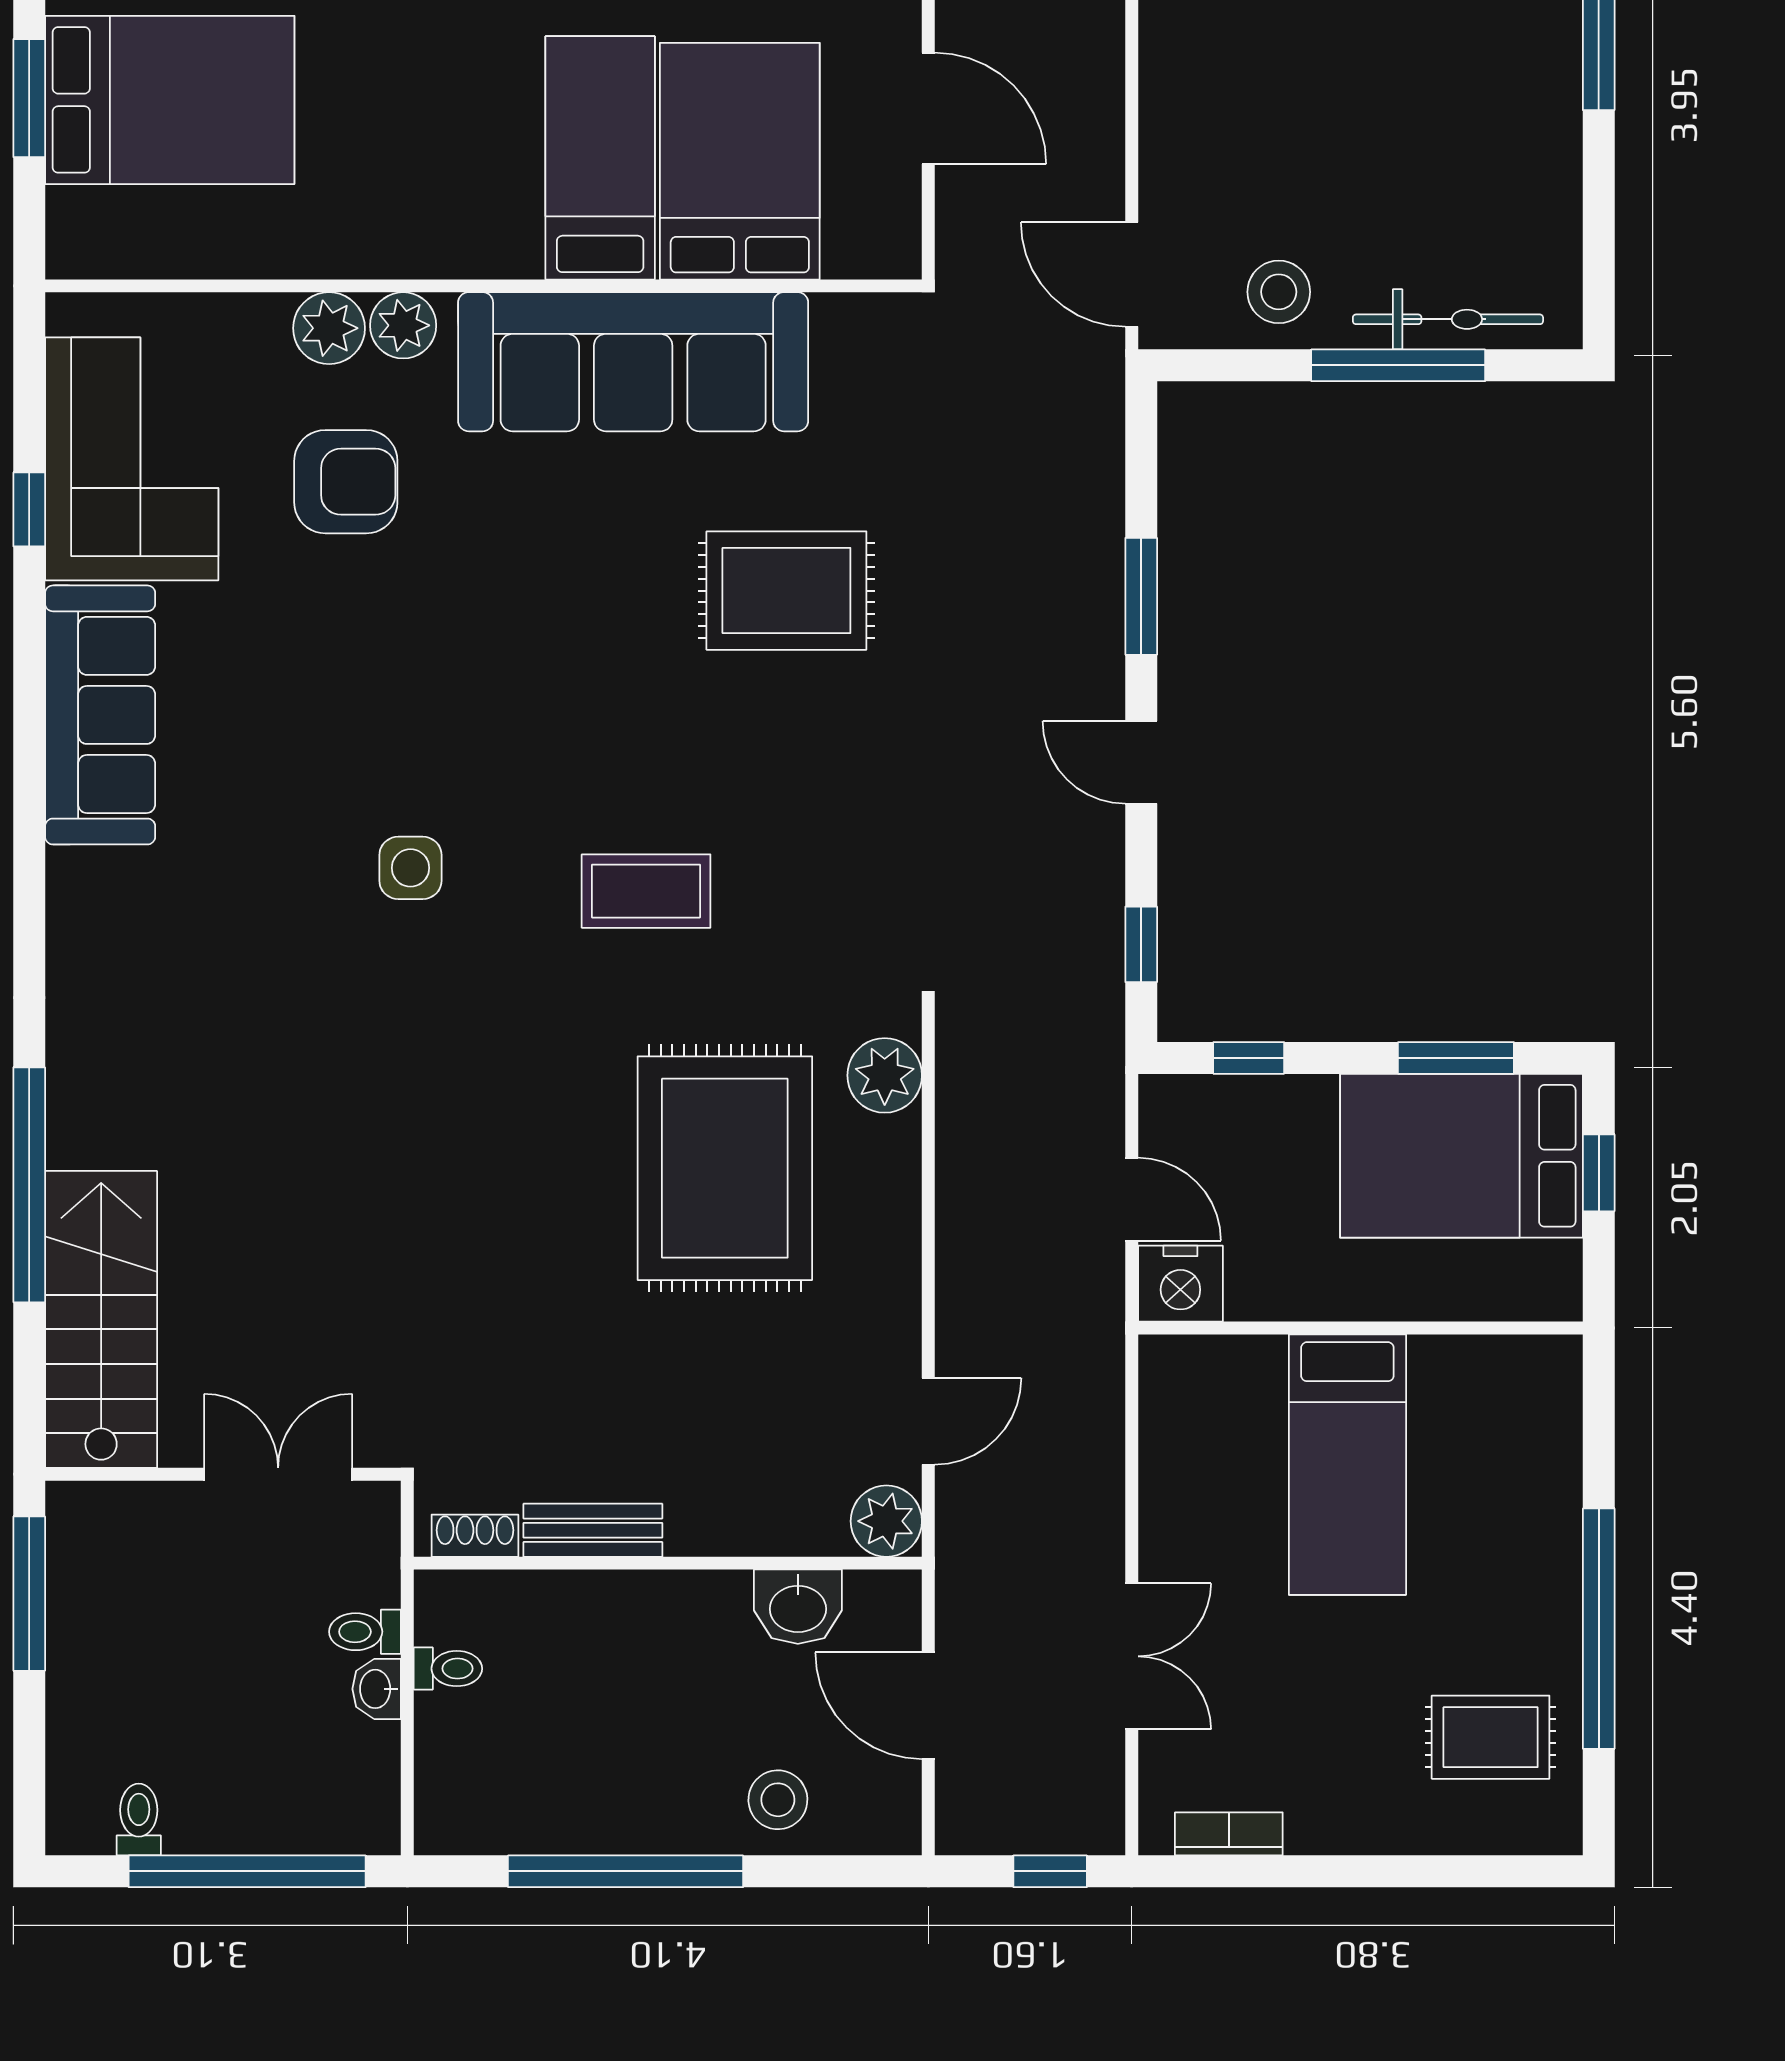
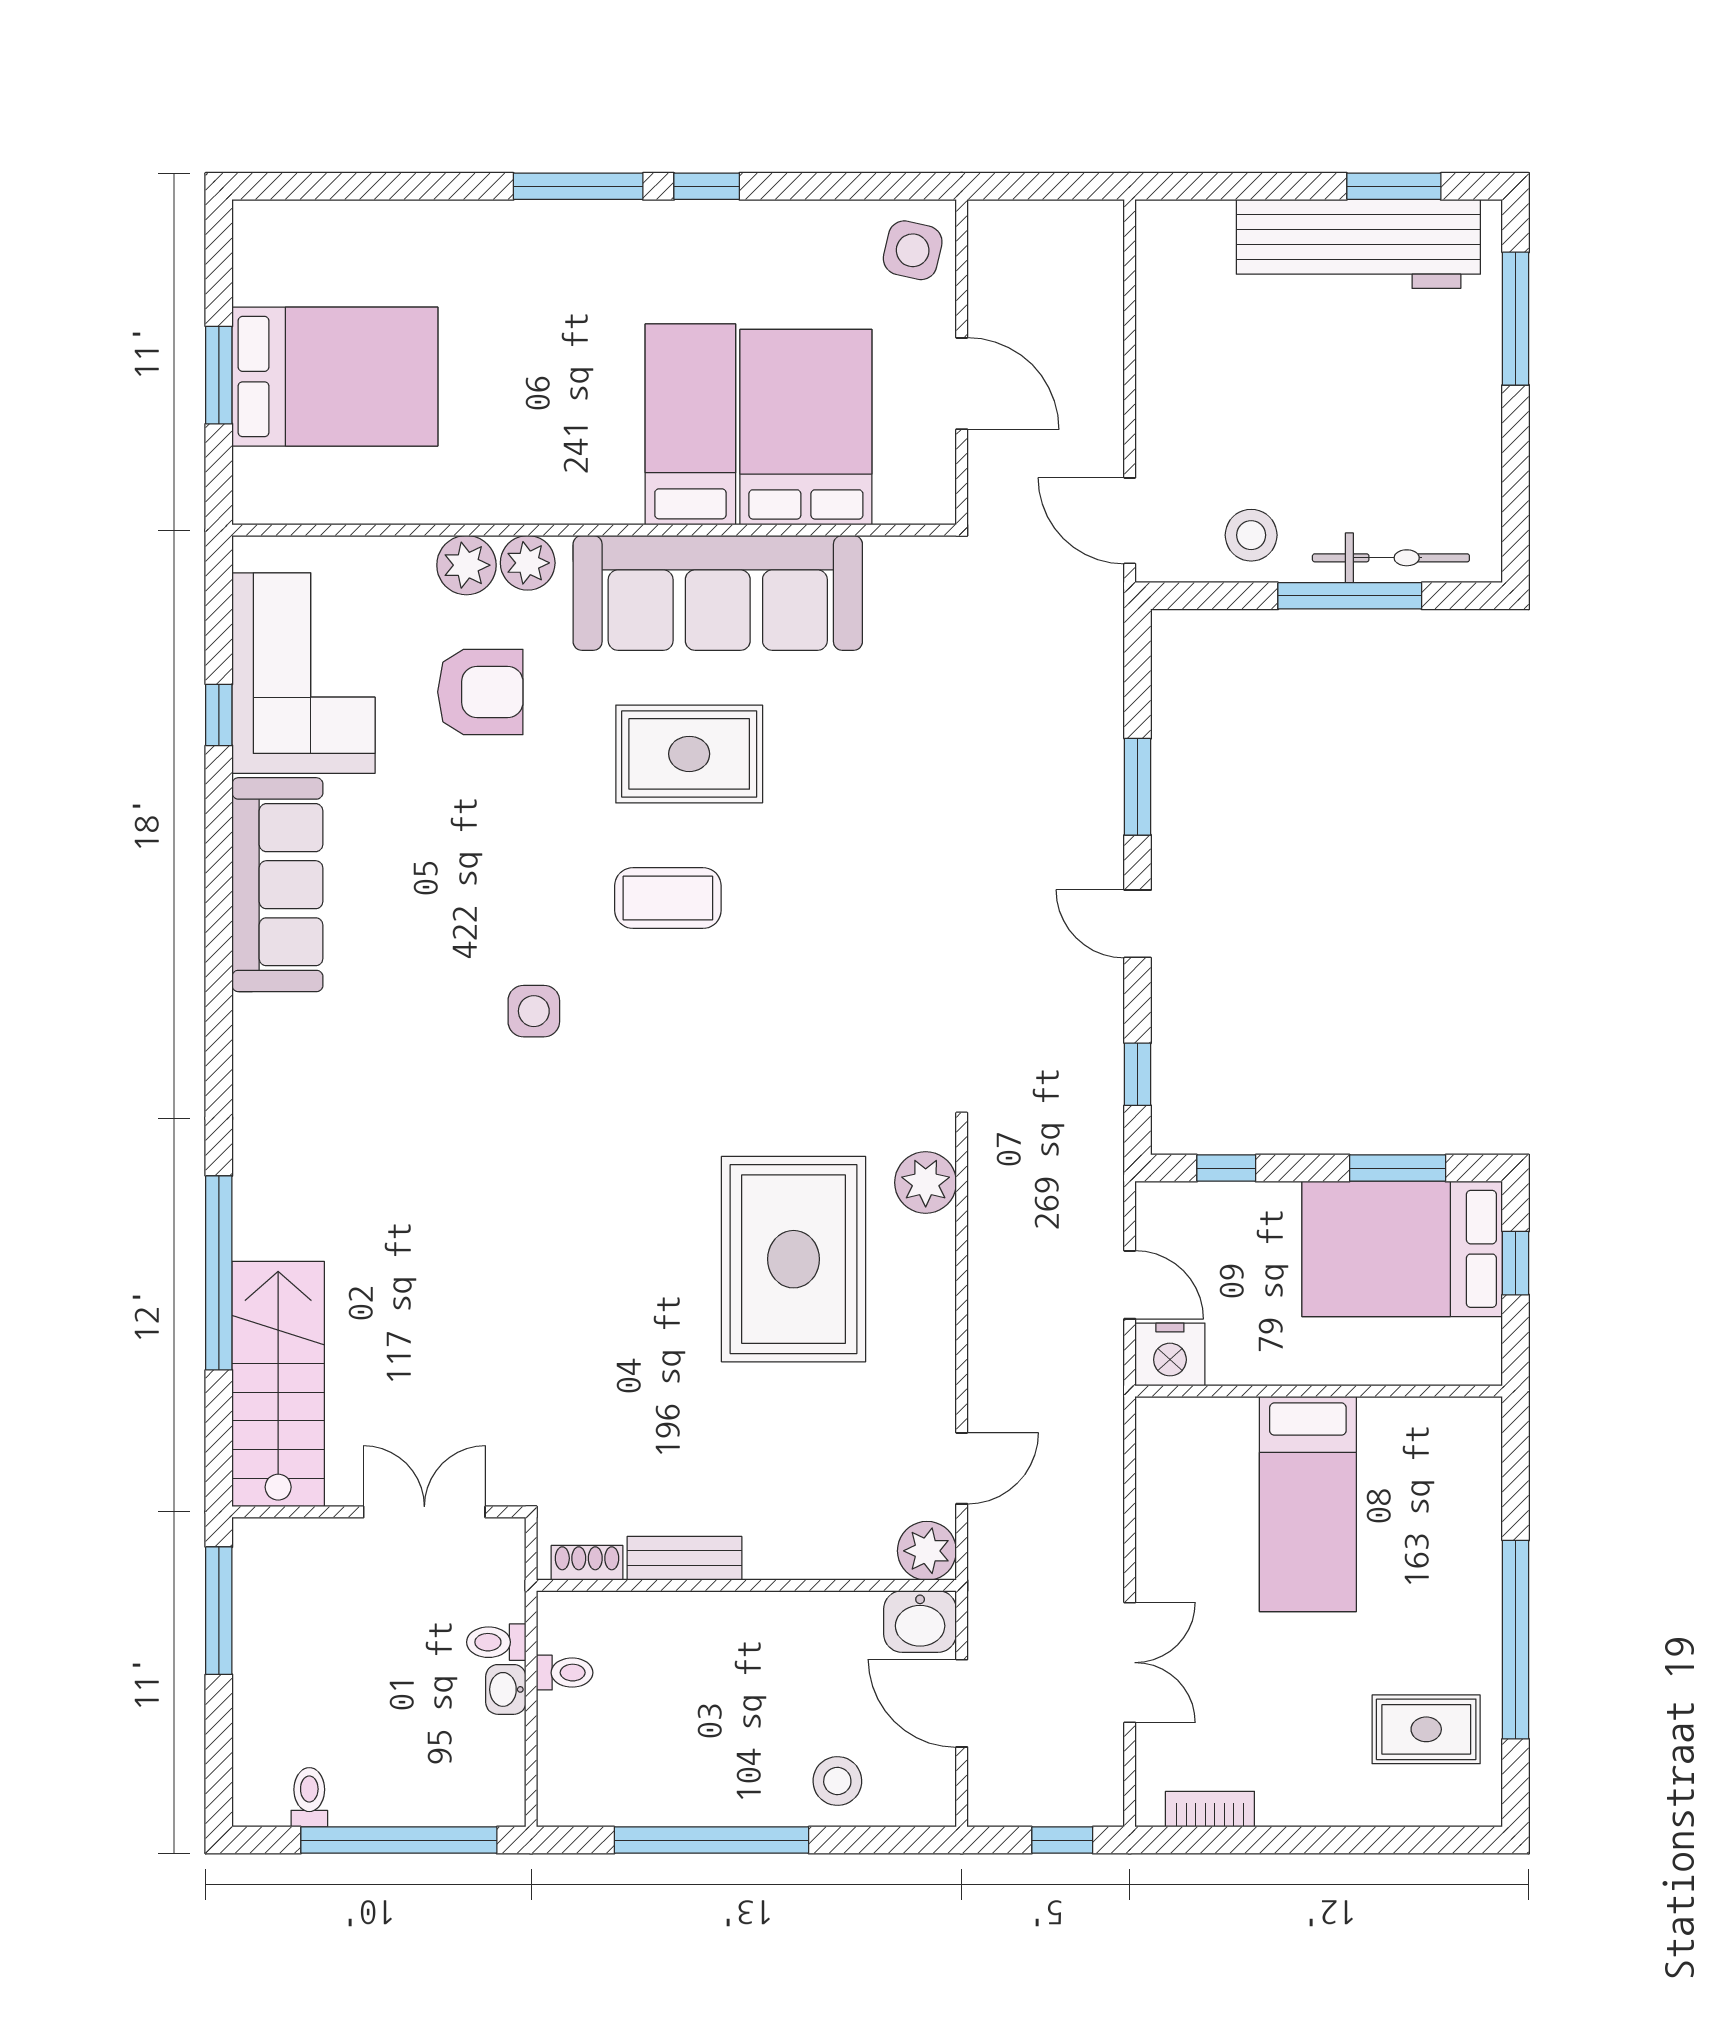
rug: (786, 591) -> (689, 754), moved
coffee table: (646, 891) -> (668, 898), moved
washbasin: (798, 1607) -> (920, 1621), moved

